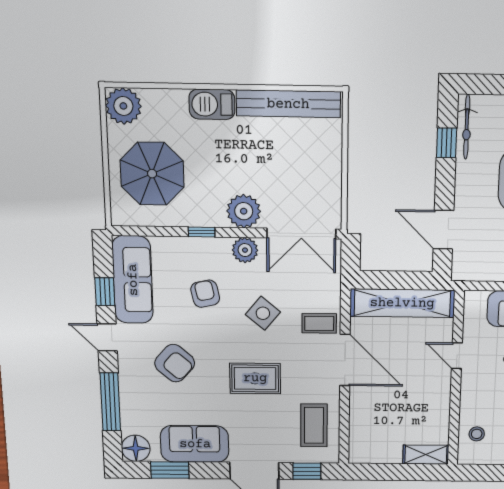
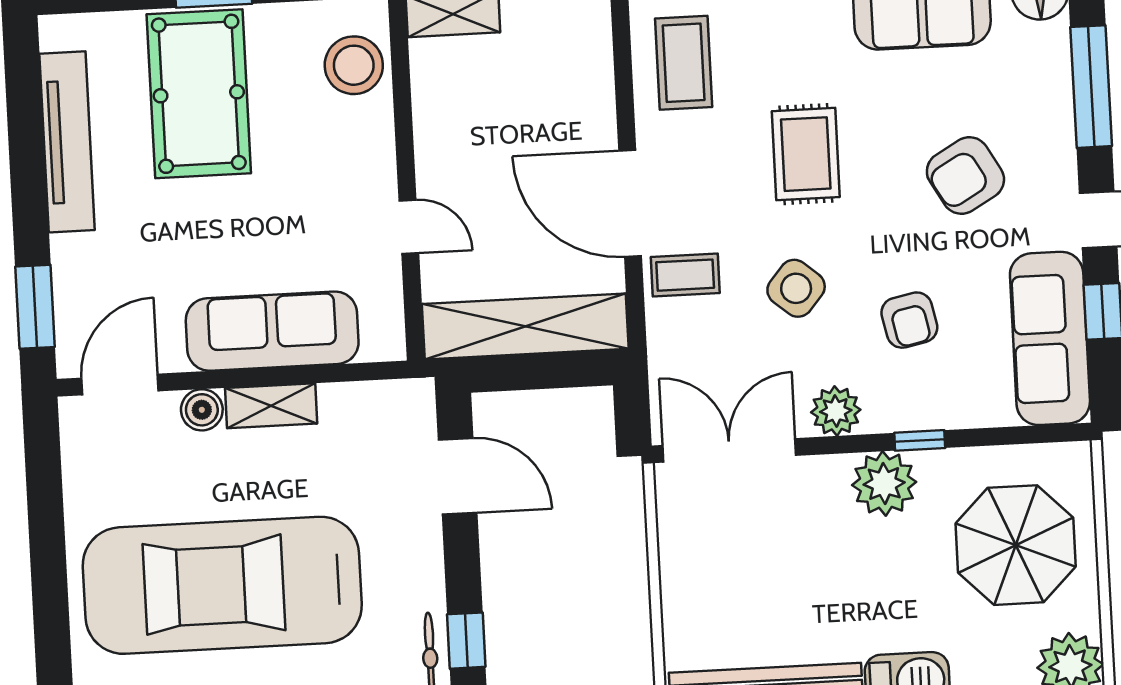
plant: (244, 211) -> (884, 484), moved
armchair: (175, 363) -> (965, 176), turned -71
rug: (255, 378) -> (806, 154), turned 90
stool: (477, 434) -> (354, 65), width x1.89, depth x1.89

